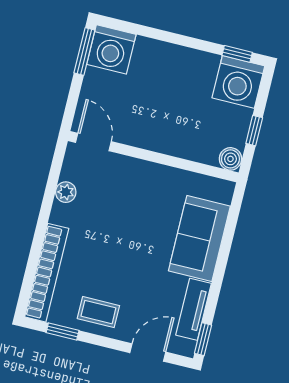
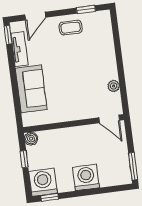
washing machine: (111, 49) -> (86, 177), moved
bookcase: (47, 273) -> (107, 38), removed

